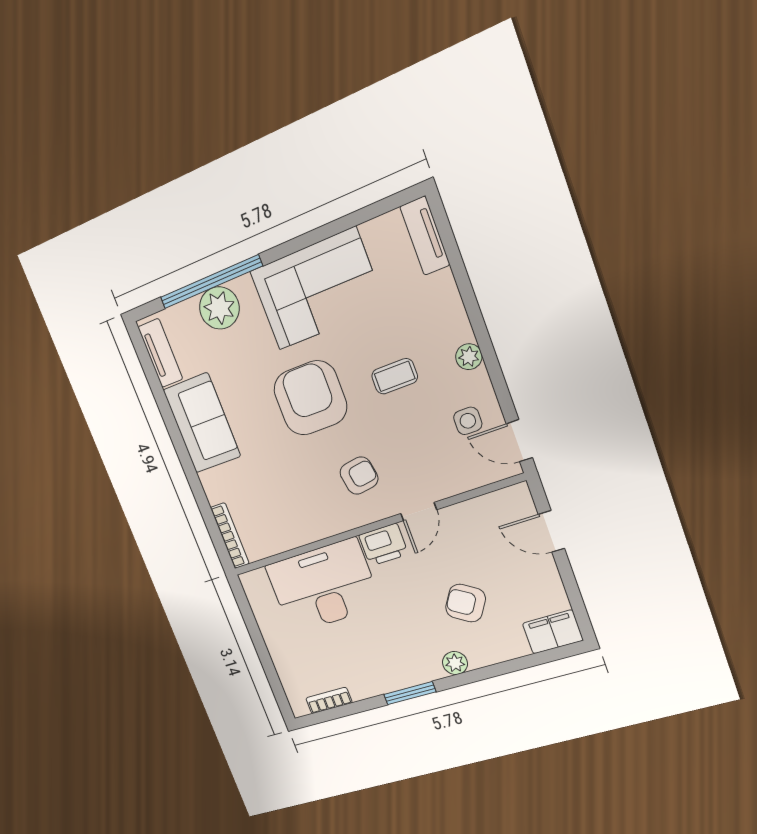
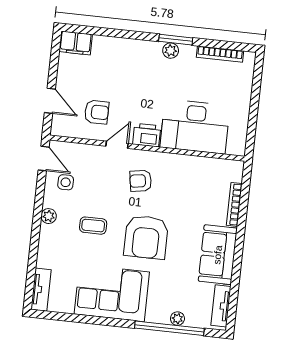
plant: (219, 308) -> (177, 319), width x0.53, depth x0.53
bookcase: (230, 536) -> (234, 204), moved
armchair: (466, 603) -> (97, 112), moved, turned -32
plant: (455, 663) -> (171, 51), moved
bookcase: (329, 700) -> (220, 54), width x1.56

